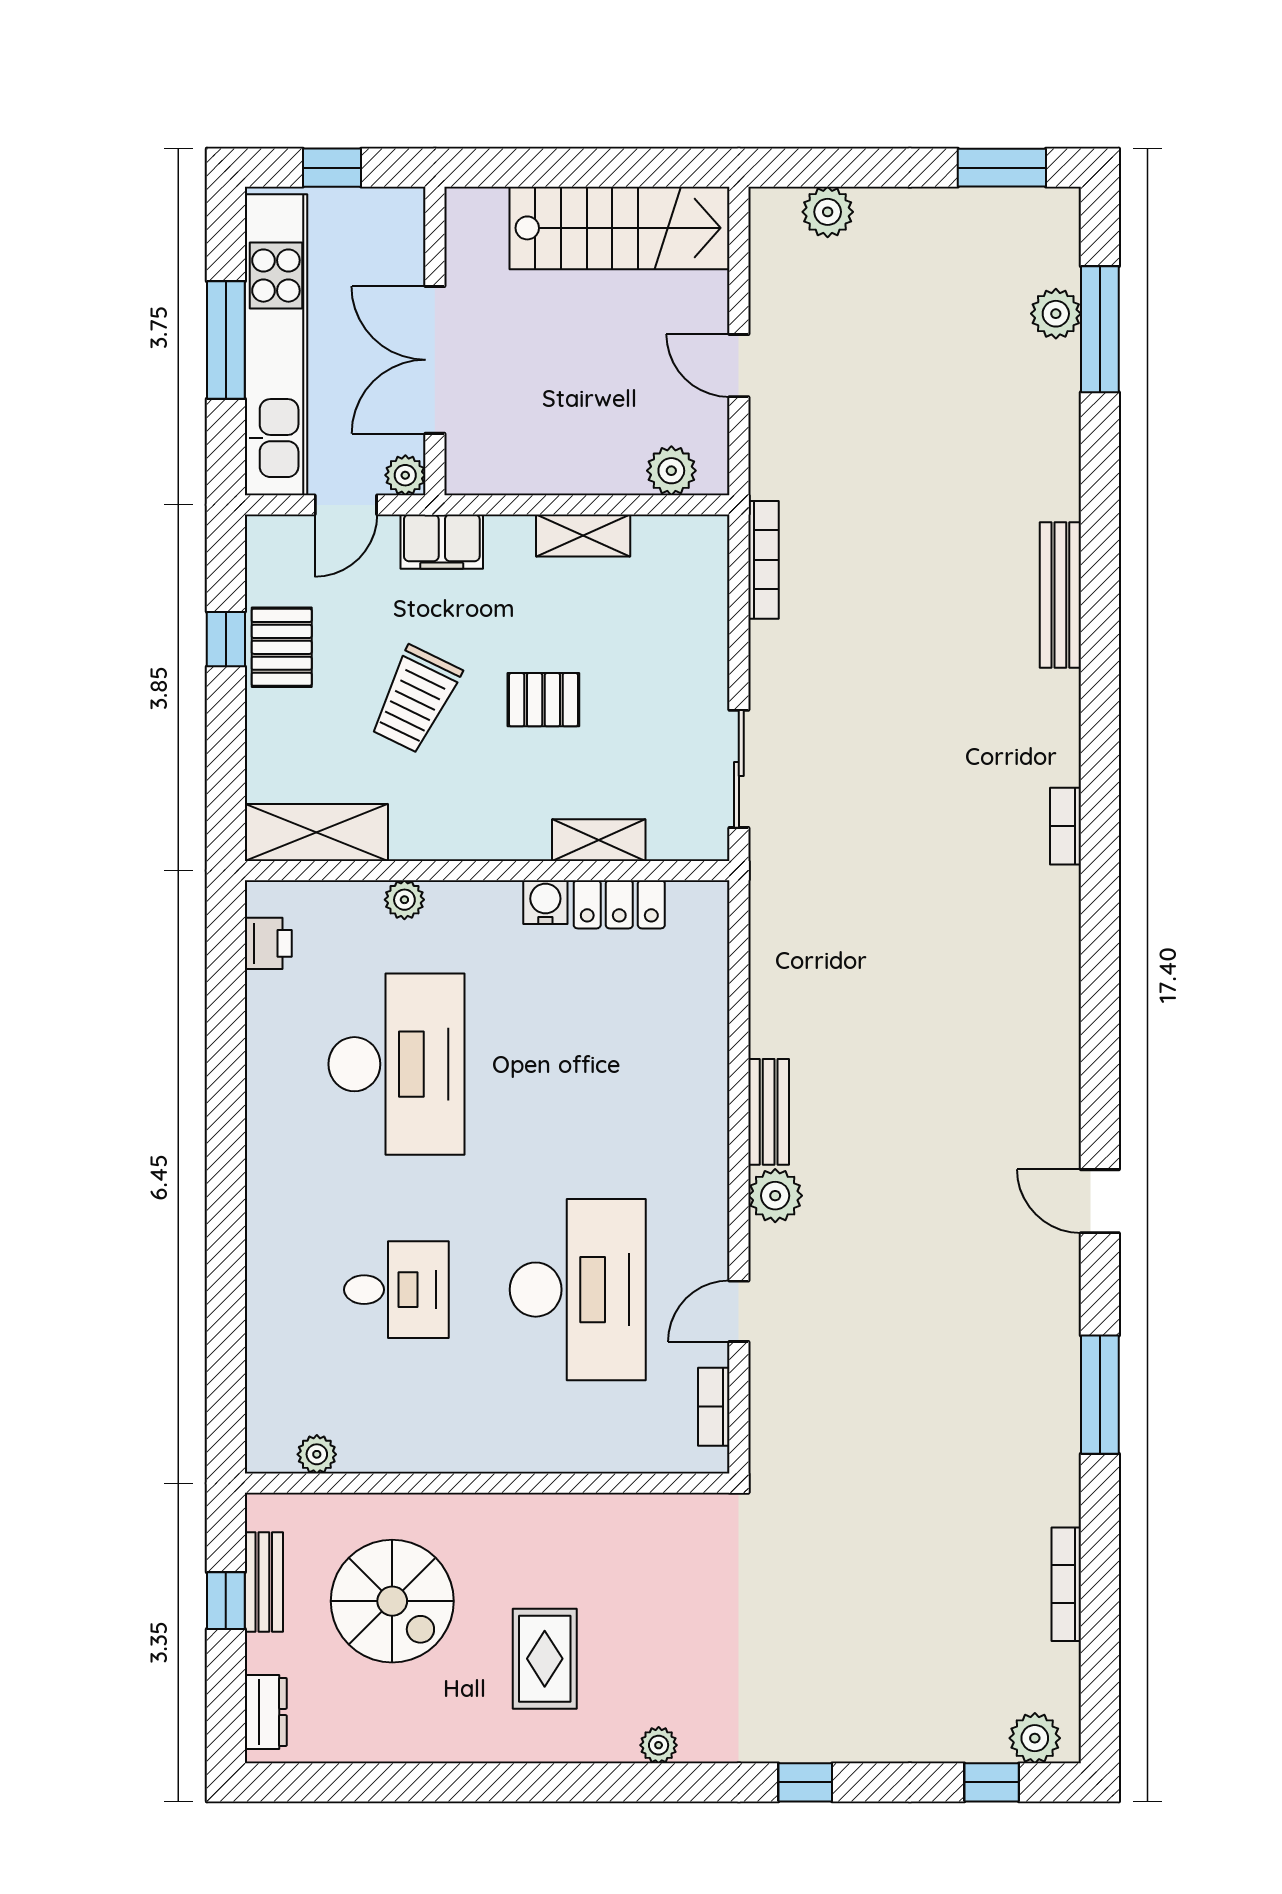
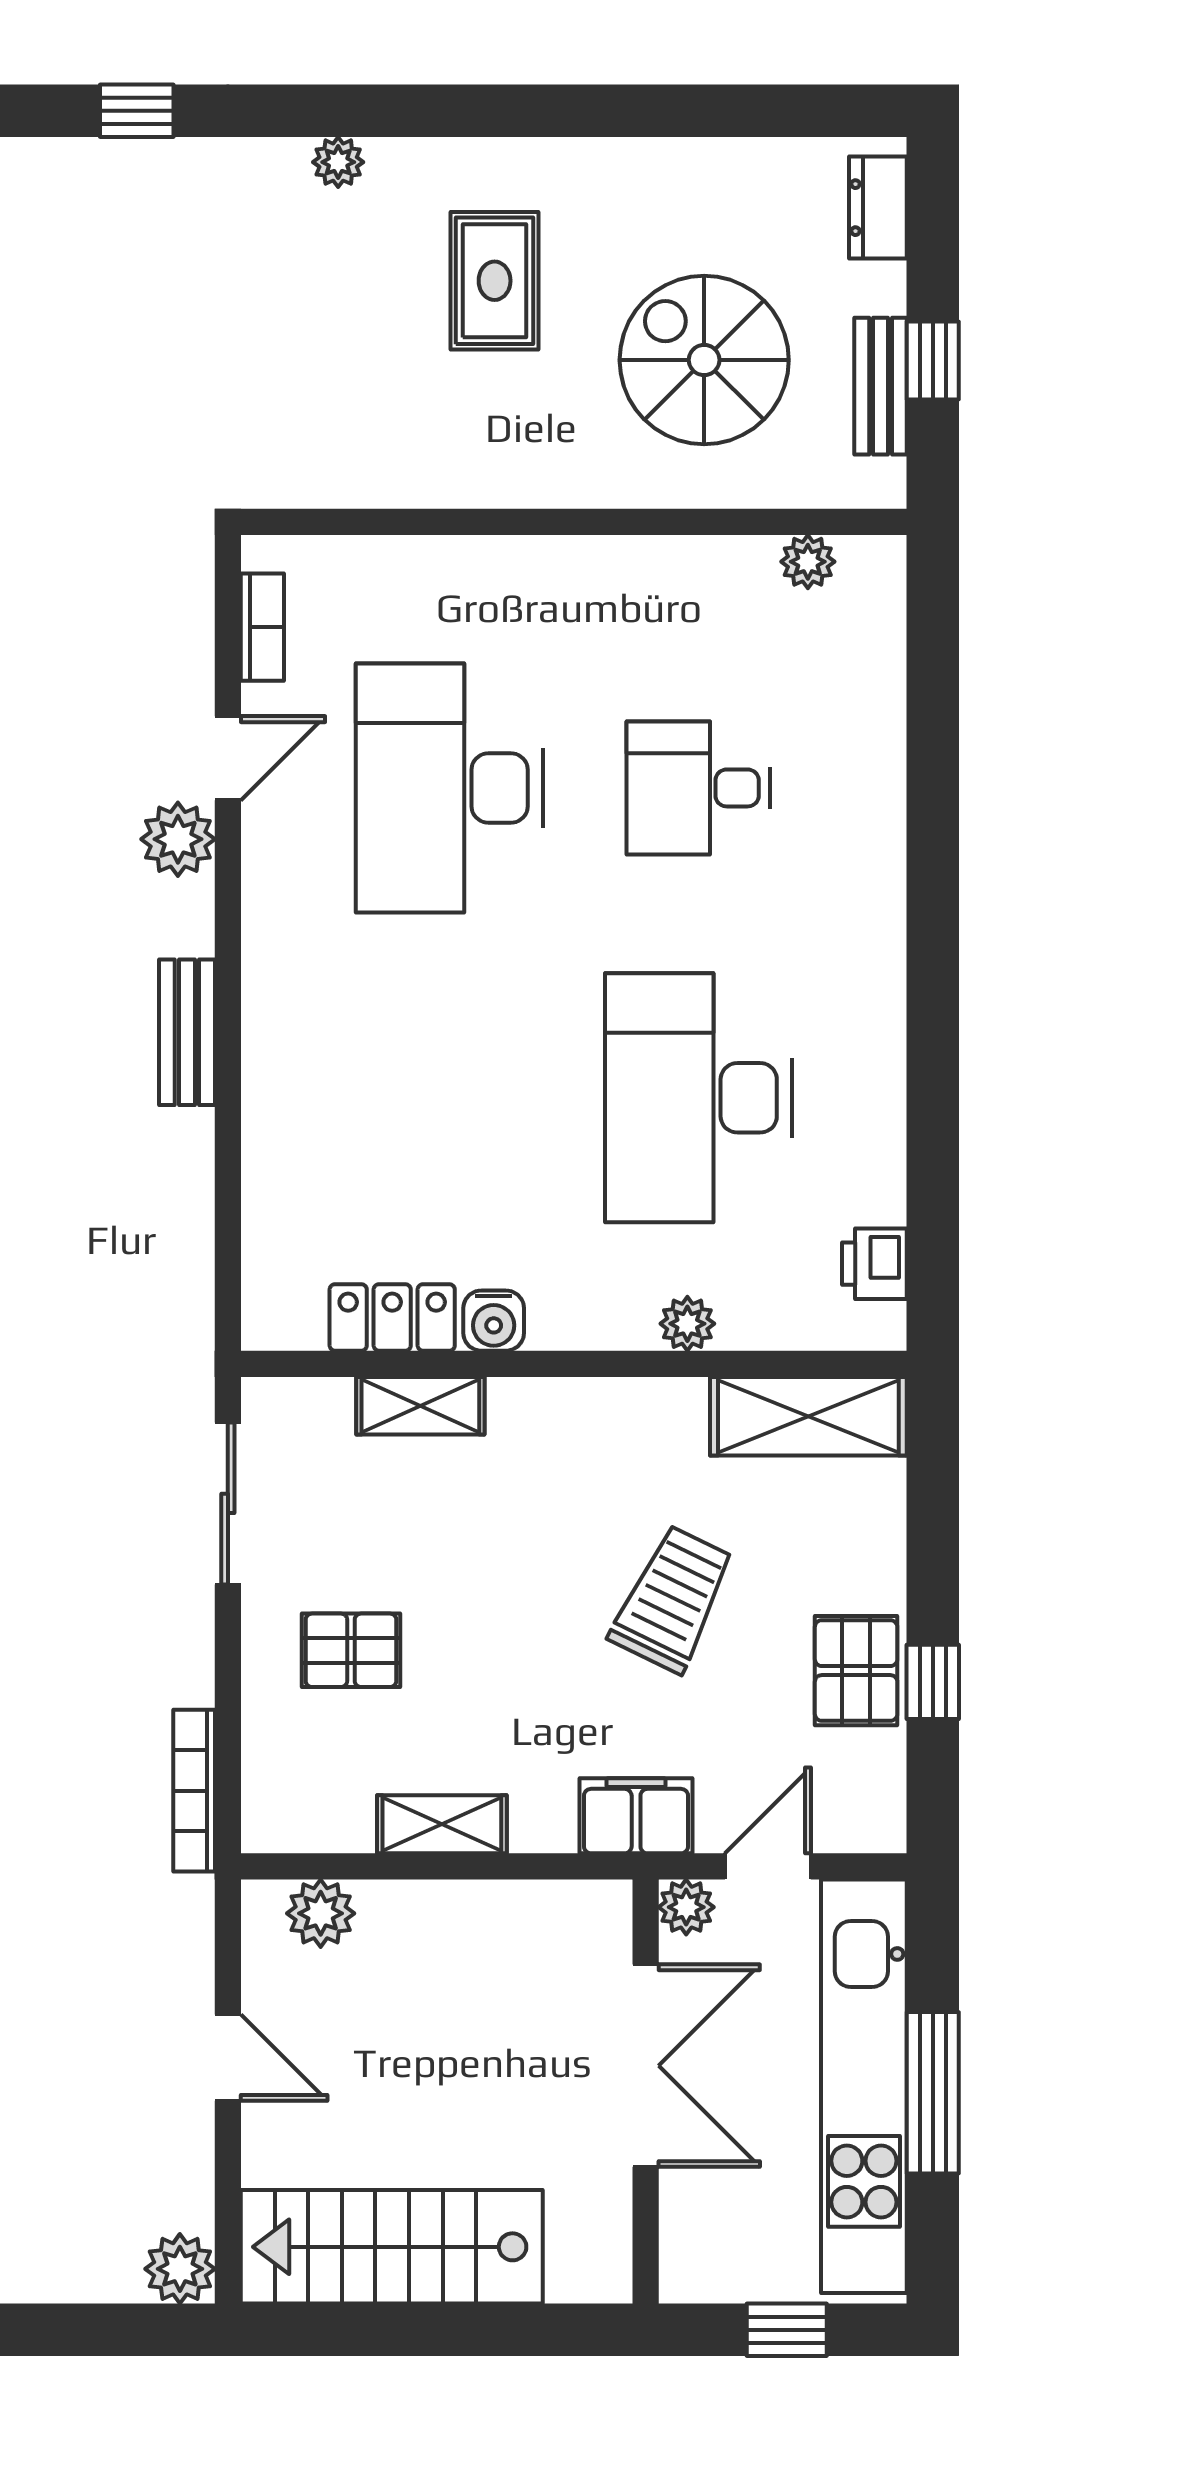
plant: (828, 212) -> (180, 2269), moved
pallet: (543, 700) -> (351, 1650), moved
plant: (775, 1196) -> (178, 839), moved

